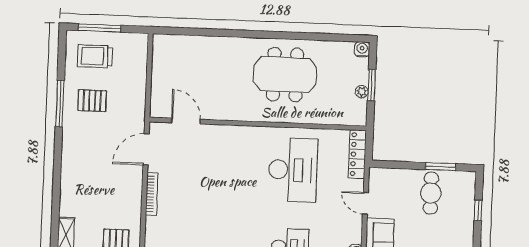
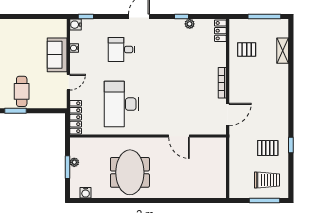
water cooler: (362, 49) -> (86, 193), moved
meeting table: (285, 75) -> (130, 172), turned 90
window: (60, 104) -> (291, 145), width x0.46
door: (186, 121) -> (179, 136), moved
door: (365, 203) -> (68, 82), hinge flipped

